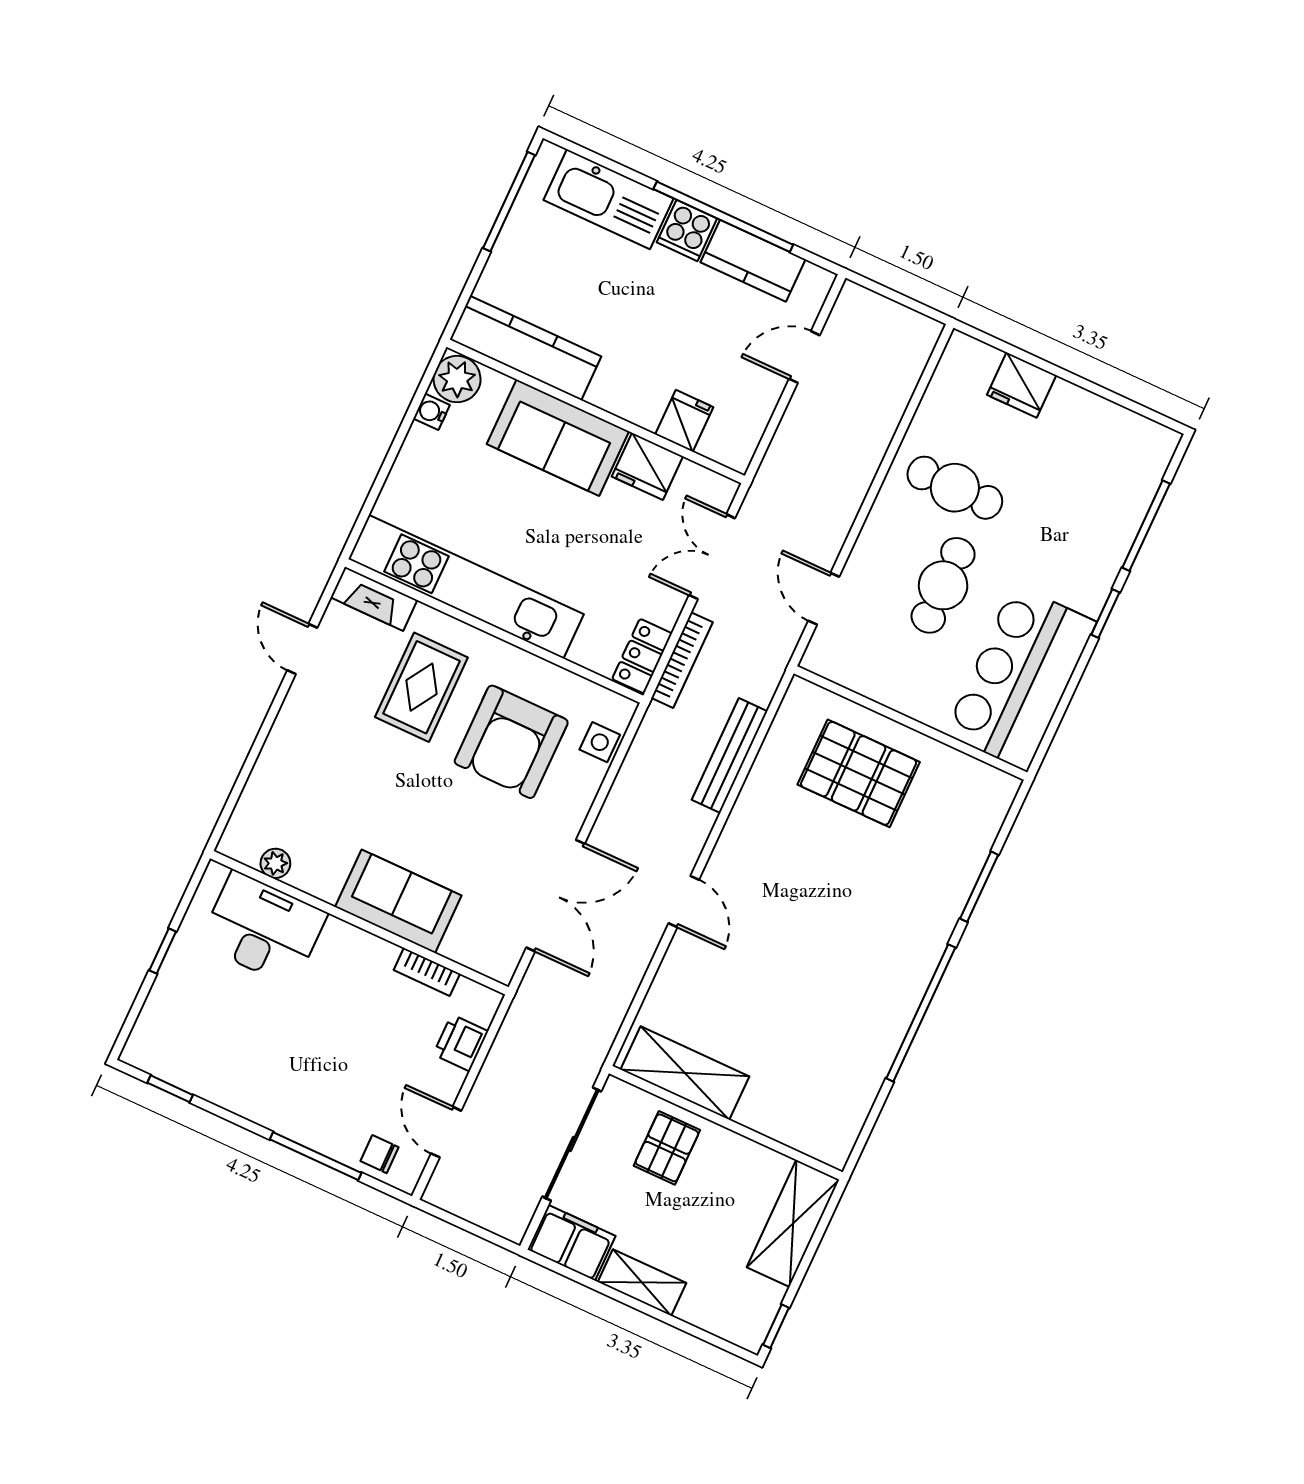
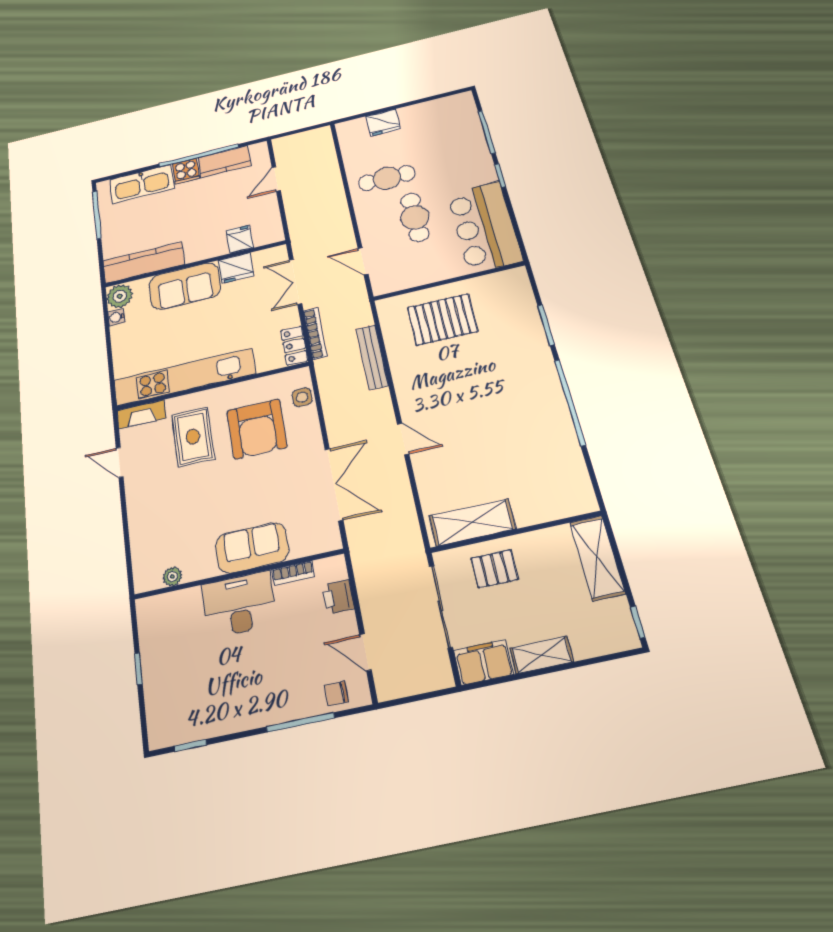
desk: (263, 929) -> (239, 604), moved
pallet: (667, 1148) -> (495, 569), turned 90

